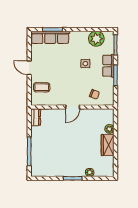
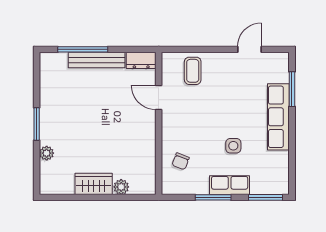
row of seats: (50, 37) -> (278, 117), moved
plant: (96, 39) -> (276, 165), removed
door: (29, 68) -> (249, 49), moved
door: (73, 107) -> (159, 98), moved
bench: (35, 143) -> (97, 60), added

